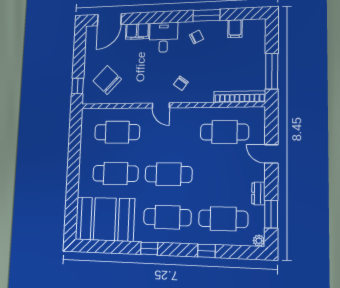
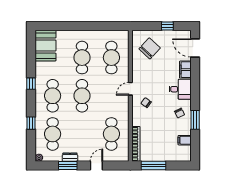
window: (78, 86) -> (167, 26), moved
window: (271, 214) -> (68, 166), moved
booth: (105, 219) -> (46, 46), width x0.73, depth x0.70

